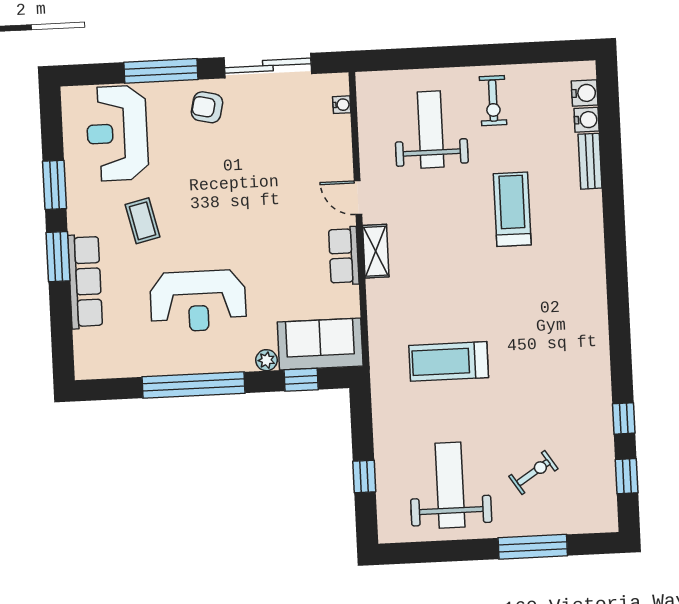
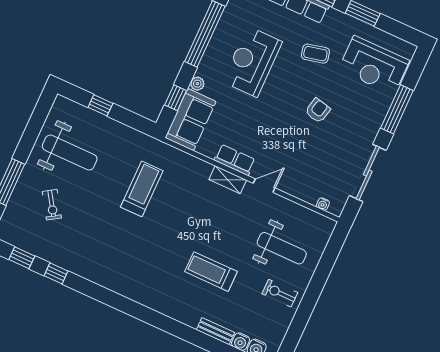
armchair: (207, 107) -> (318, 111), moved
reception desk: (117, 133) -> (374, 65), turned 180
treadmill: (512, 209) -> (211, 272), turned 180

